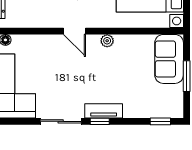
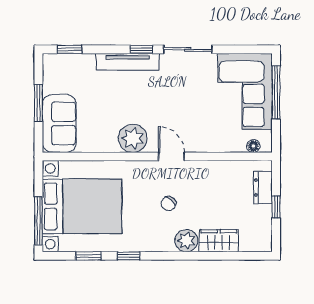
plant: (107, 41) -> (133, 138), width x1.88, depth x1.88
tv unit: (104, 111) -> (128, 62), width x1.41

